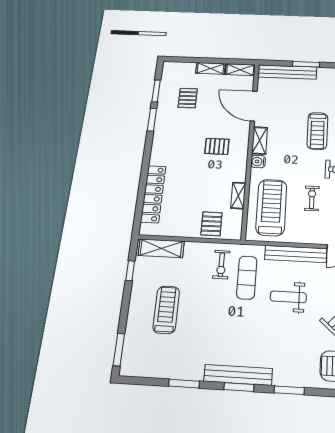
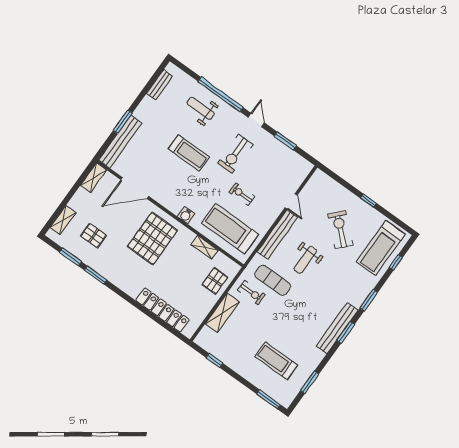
shelving: (210, 68) -> (63, 220), moved
shelving: (260, 140) -> (168, 203), removed
pallet: (217, 146) -> (152, 238), width x2.05, depth x2.00
pallet: (211, 224) -> (215, 281), turned 90
shelving: (161, 248) -> (222, 313), moved
treadmill: (166, 310) -> (276, 361), moved
window: (184, 384) -> (310, 382), moved

